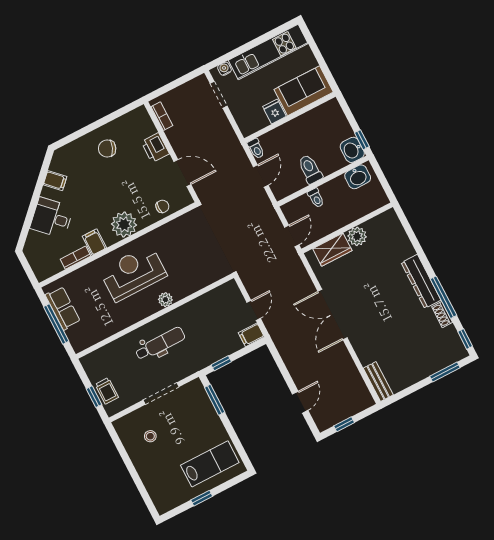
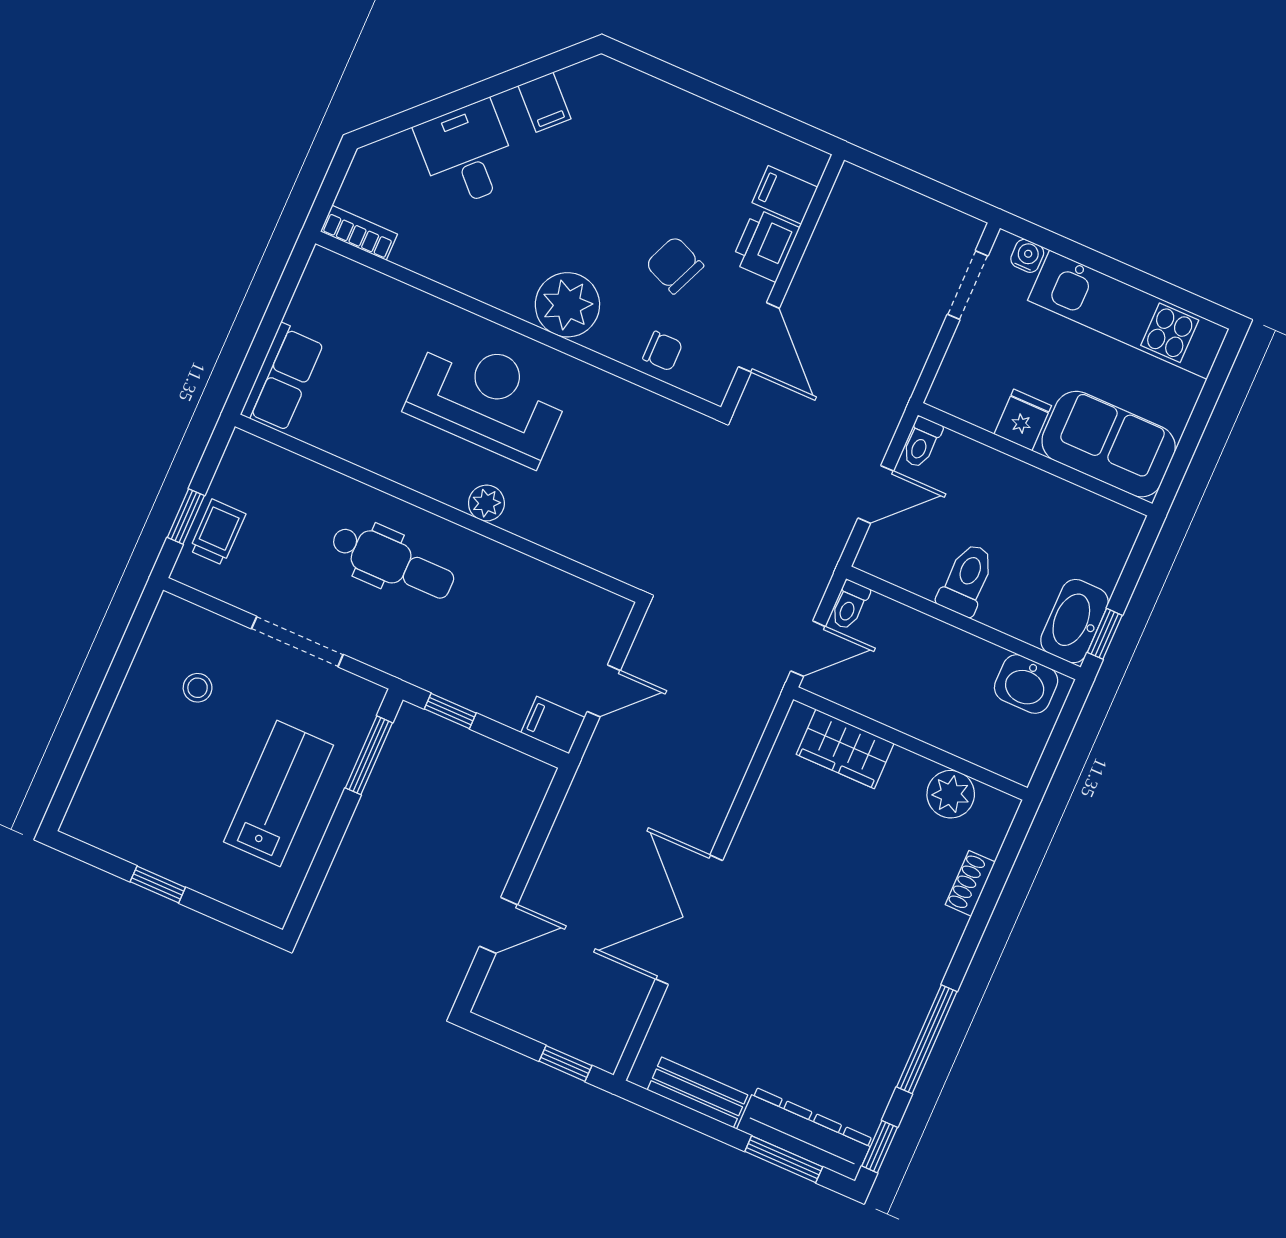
bookcase: (162, 116) -> (837, 209), removed
chair: (107, 149) -> (675, 265), moved
washbasin: (352, 150) -> (1074, 621), width x1.38
toilet: (316, 198) -> (850, 605), moved
plant: (357, 236) -> (951, 794), moved
filing cabinet: (94, 242) -> (785, 195), moved, turned -90
bookcase: (75, 258) -> (359, 233), moved
dresser: (421, 281) -> (805, 1134), moved, turned 90
row of seats: (63, 308) -> (282, 378), moved
double door: (332, 315) -> (689, 920), moved
shoe rack: (442, 315) -> (970, 883), moved
window: (56, 324) -> (268, 329), removed
bench: (378, 381) -> (697, 1092), moved, turned 90
trolley: (107, 391) -> (218, 532), turned 180
window: (344, 424) -> (565, 1063), moved
lab bench: (210, 464) -> (278, 793), moved, turned -90

